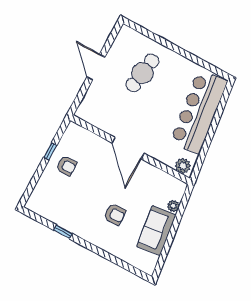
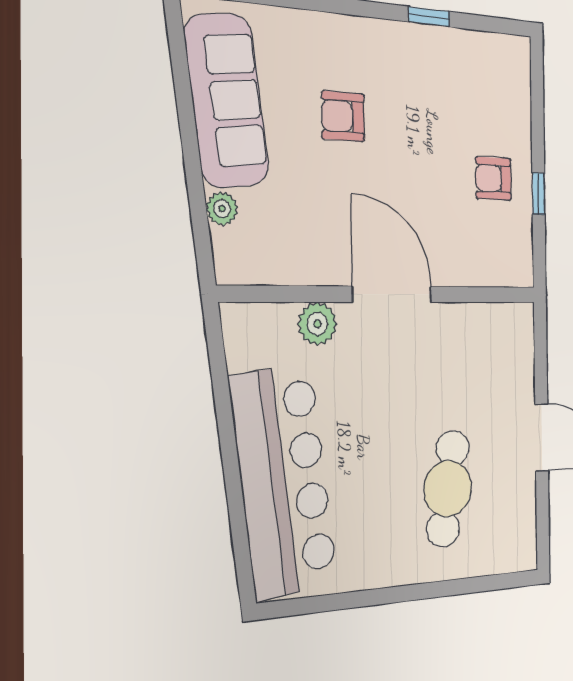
plant: (183, 166) -> (317, 324), moved
sofa: (156, 231) -> (227, 100), width x1.36

